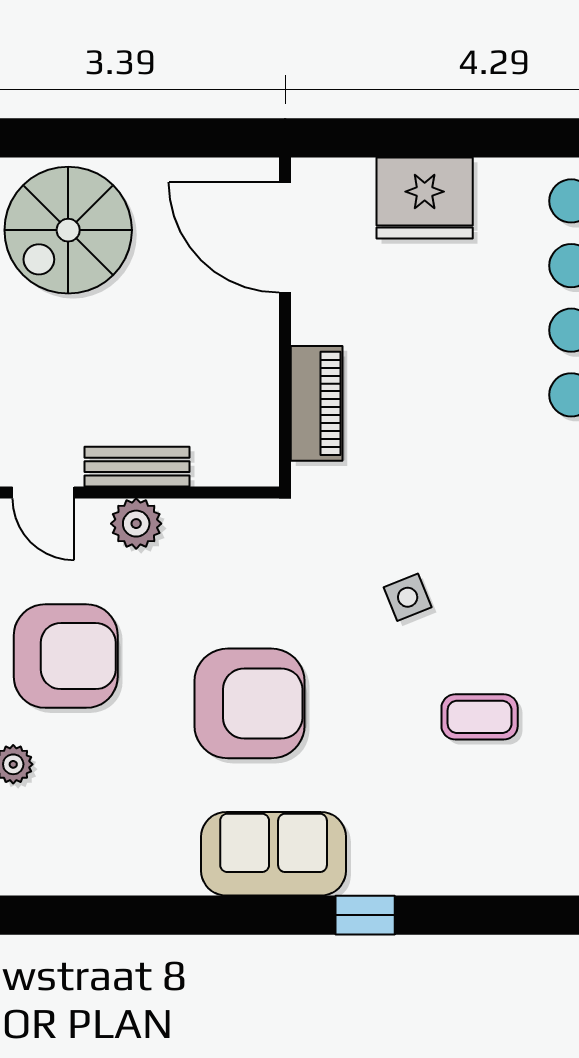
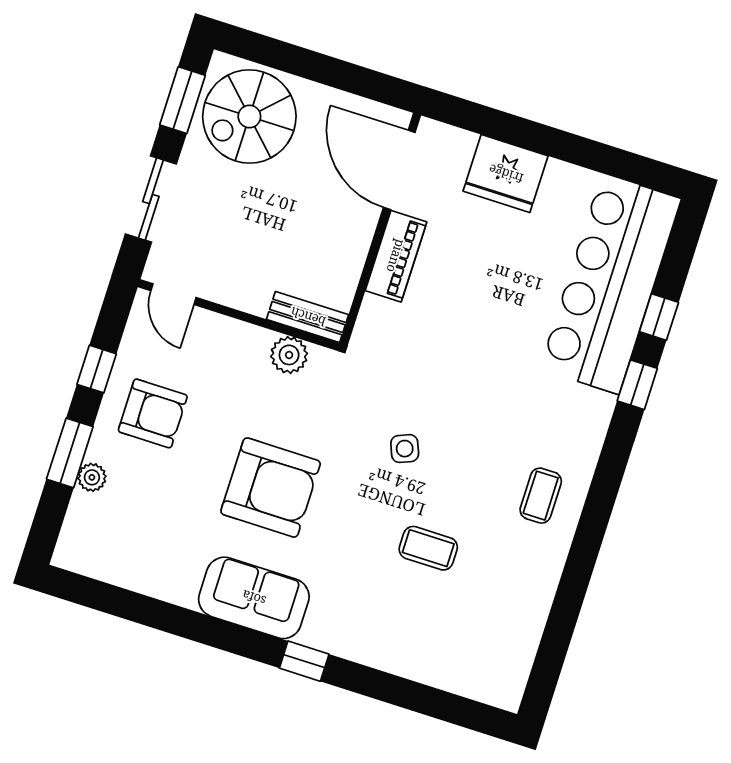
piano: (317, 403) -> (396, 256), moved
bench: (137, 467) -> (308, 317), moved
plant: (136, 524) -> (289, 355), moved
armchair: (66, 656) -> (153, 413), width x0.73, depth x0.73

